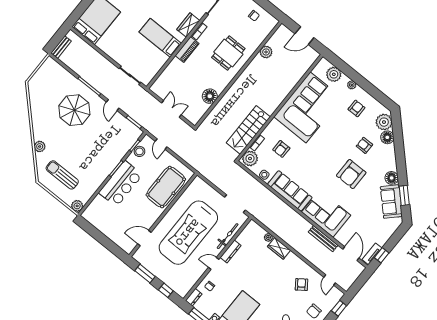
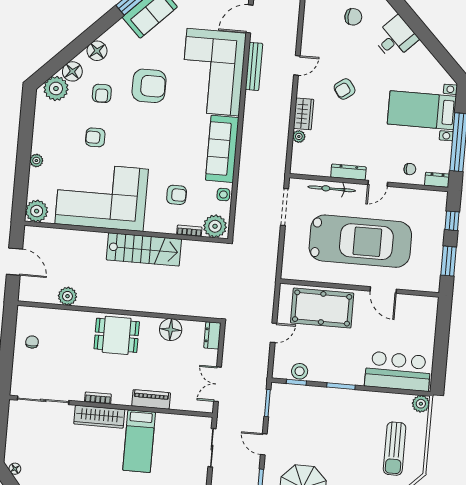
wardrobe: (188, 25) -> (99, 417), width x1.50
piano: (187, 49) -> (151, 399), moved
dining table: (228, 53) -> (117, 335), moved
plant: (334, 74) -> (37, 211), moved
door: (113, 105) -> (264, 444), swing flipped
armchair: (356, 108) -> (95, 137), moved
double door: (171, 109) -> (217, 384), moved
dresser: (191, 117) -> (212, 335), added
stairs: (248, 130) -> (144, 249), moved
door: (161, 144) -> (274, 333), moved
floor lamp: (392, 178) -> (97, 51), moved
bar counter: (121, 184) -> (398, 371), moved
corner sofa: (326, 214) -> (213, 72), width x1.36, depth x1.36
door: (144, 238) -> (383, 290), moved
door: (214, 263) -> (378, 183), hinge flipped
door: (330, 280) -> (297, 65), moved
armchair: (301, 285) -> (345, 89), moved

